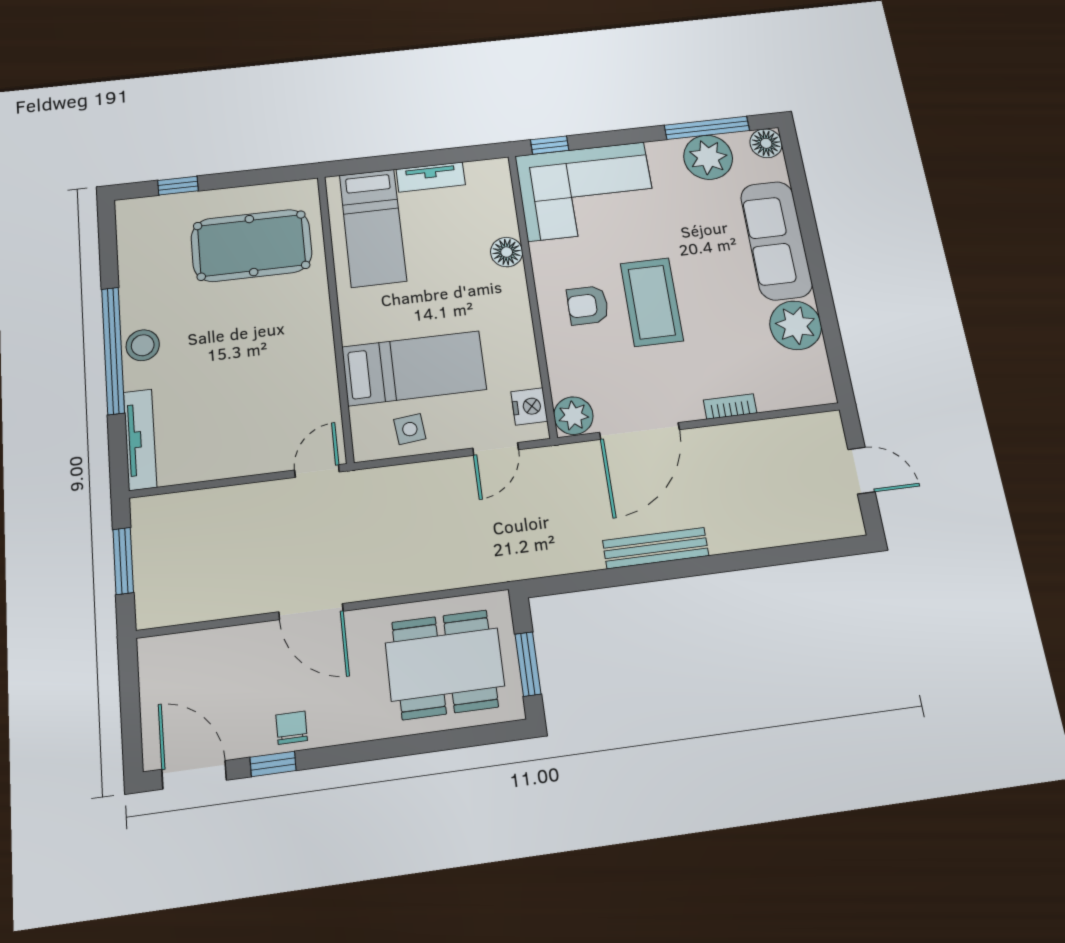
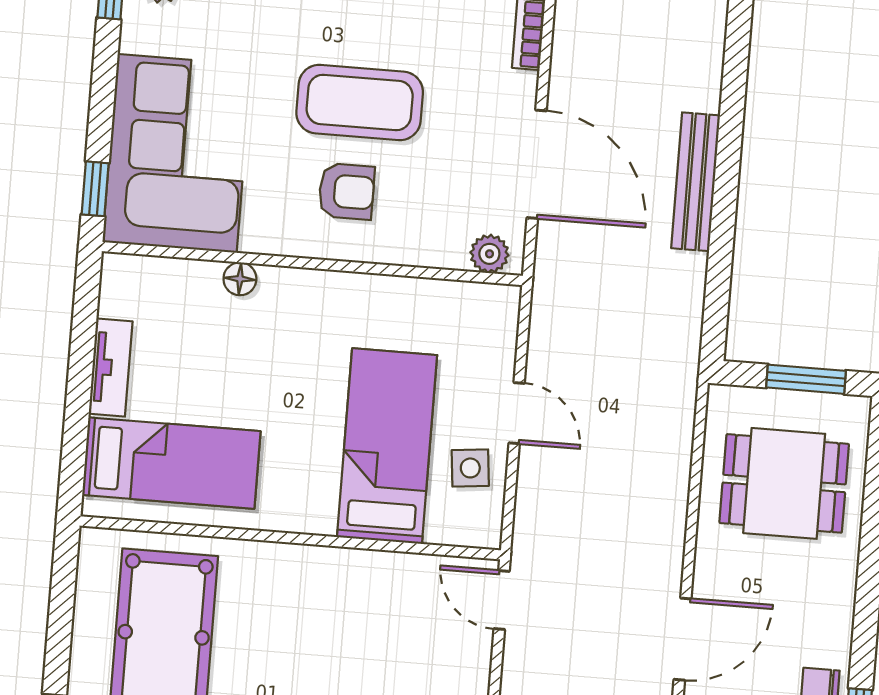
floor lamp: (507, 252) -> (240, 279), width x0.73, depth x0.73
armchair: (588, 305) -> (346, 191), turned -90
nightstand: (529, 406) -> (472, 303), removed
plant: (573, 416) -> (489, 254), width x0.73, depth x0.73
door: (496, 449) -> (517, 413), moved
dining table: (445, 664) -> (784, 483), width x0.73

